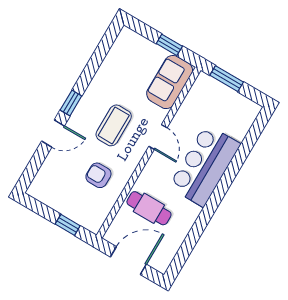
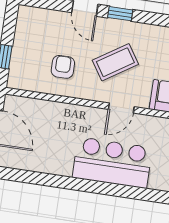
coffee table: (114, 125) -> (115, 62), turned -33
cafe table: (149, 208) -> (51, 127), removed

